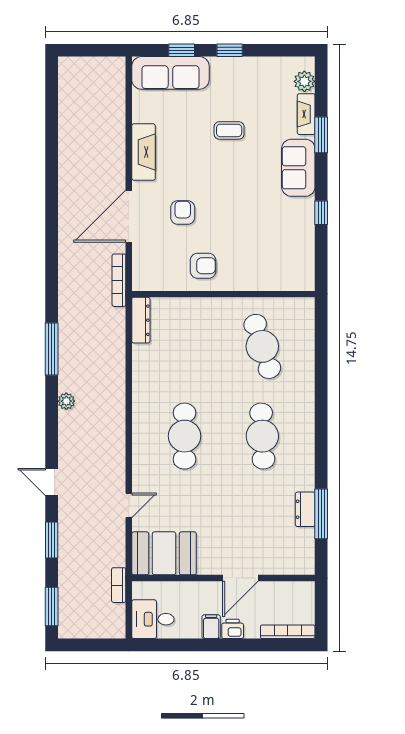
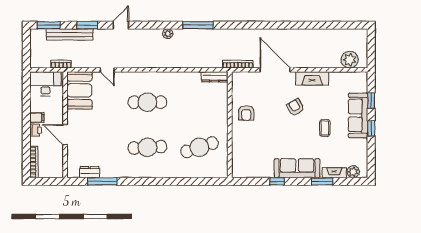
sofa: (170, 73) -> (358, 115), moved
plant: (111, 87) -> (350, 60), added
sofa: (298, 168) -> (297, 168), width x1.36
armchair: (183, 213) -> (295, 107), moved, turned -120
dresser: (305, 509) -> (89, 172), moved
bench: (68, 570) -> (70, 35), added
desk: (153, 619) -> (45, 84), width x1.37

